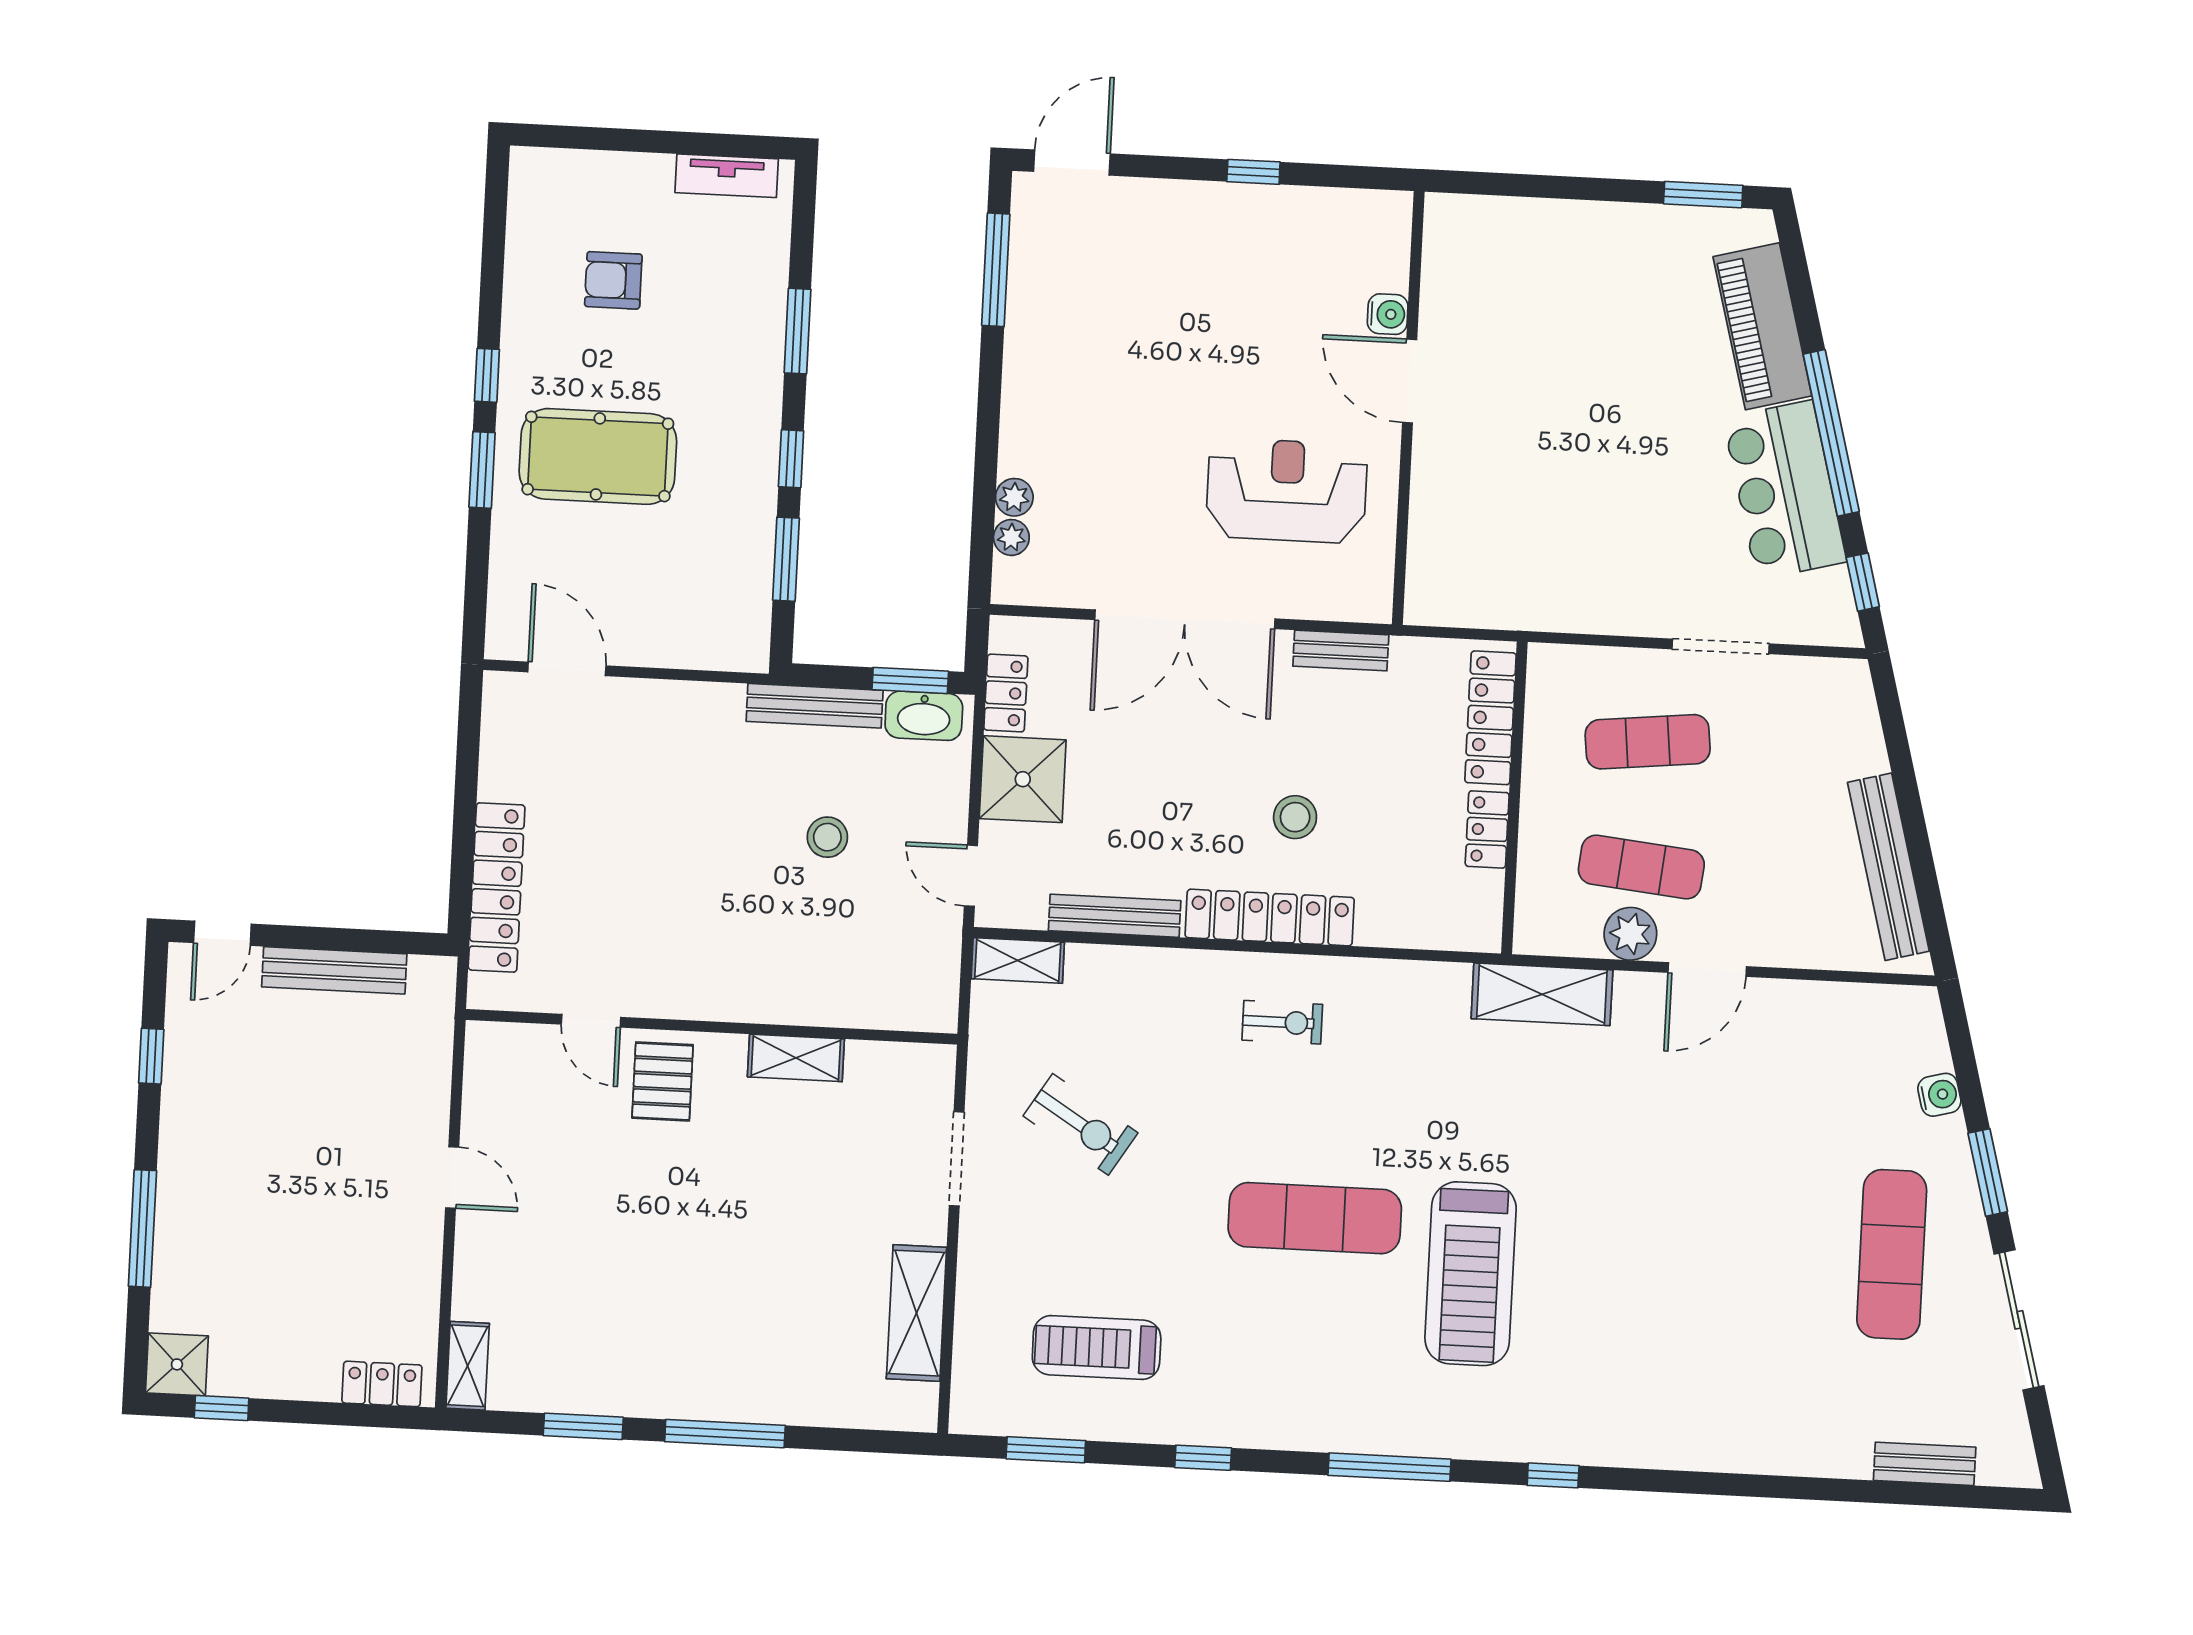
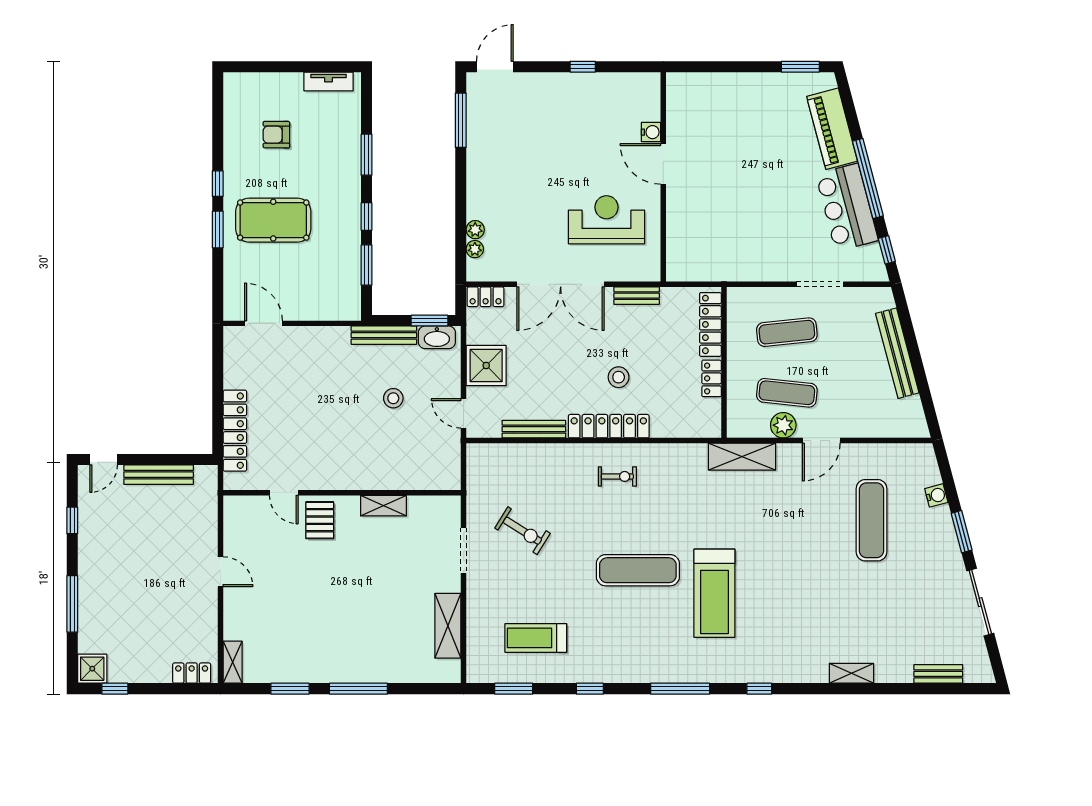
locker: (1006, 693) -> (486, 297), moved, turned 90
bench: (1888, 867) -> (897, 353), moved
shelving: (1018, 960) -> (851, 673), moved
exercise mat: (1892, 1254) -> (871, 520), moved

